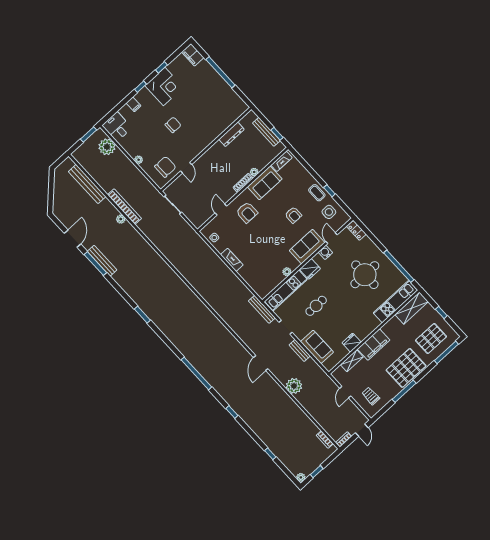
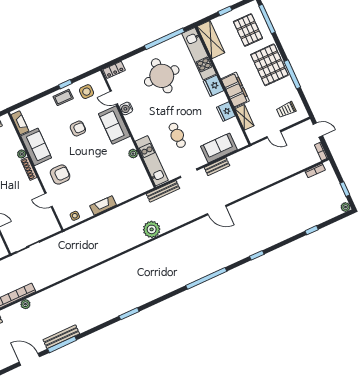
fridge: (310, 269) -> (213, 86), moved, turned 180
plant: (294, 386) -> (152, 229), moved

